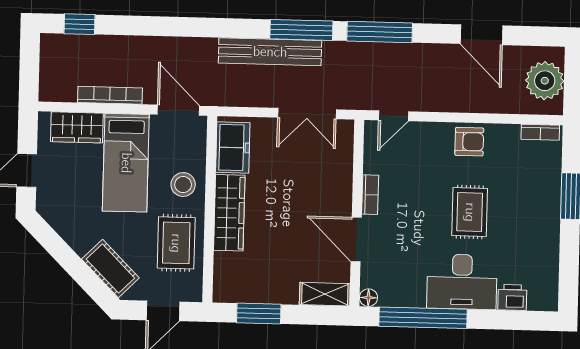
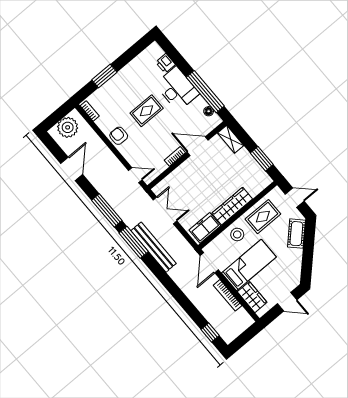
door: (356, 239) -> (198, 146), swing flipped
floor lamp: (368, 298) -> (209, 111), moved

